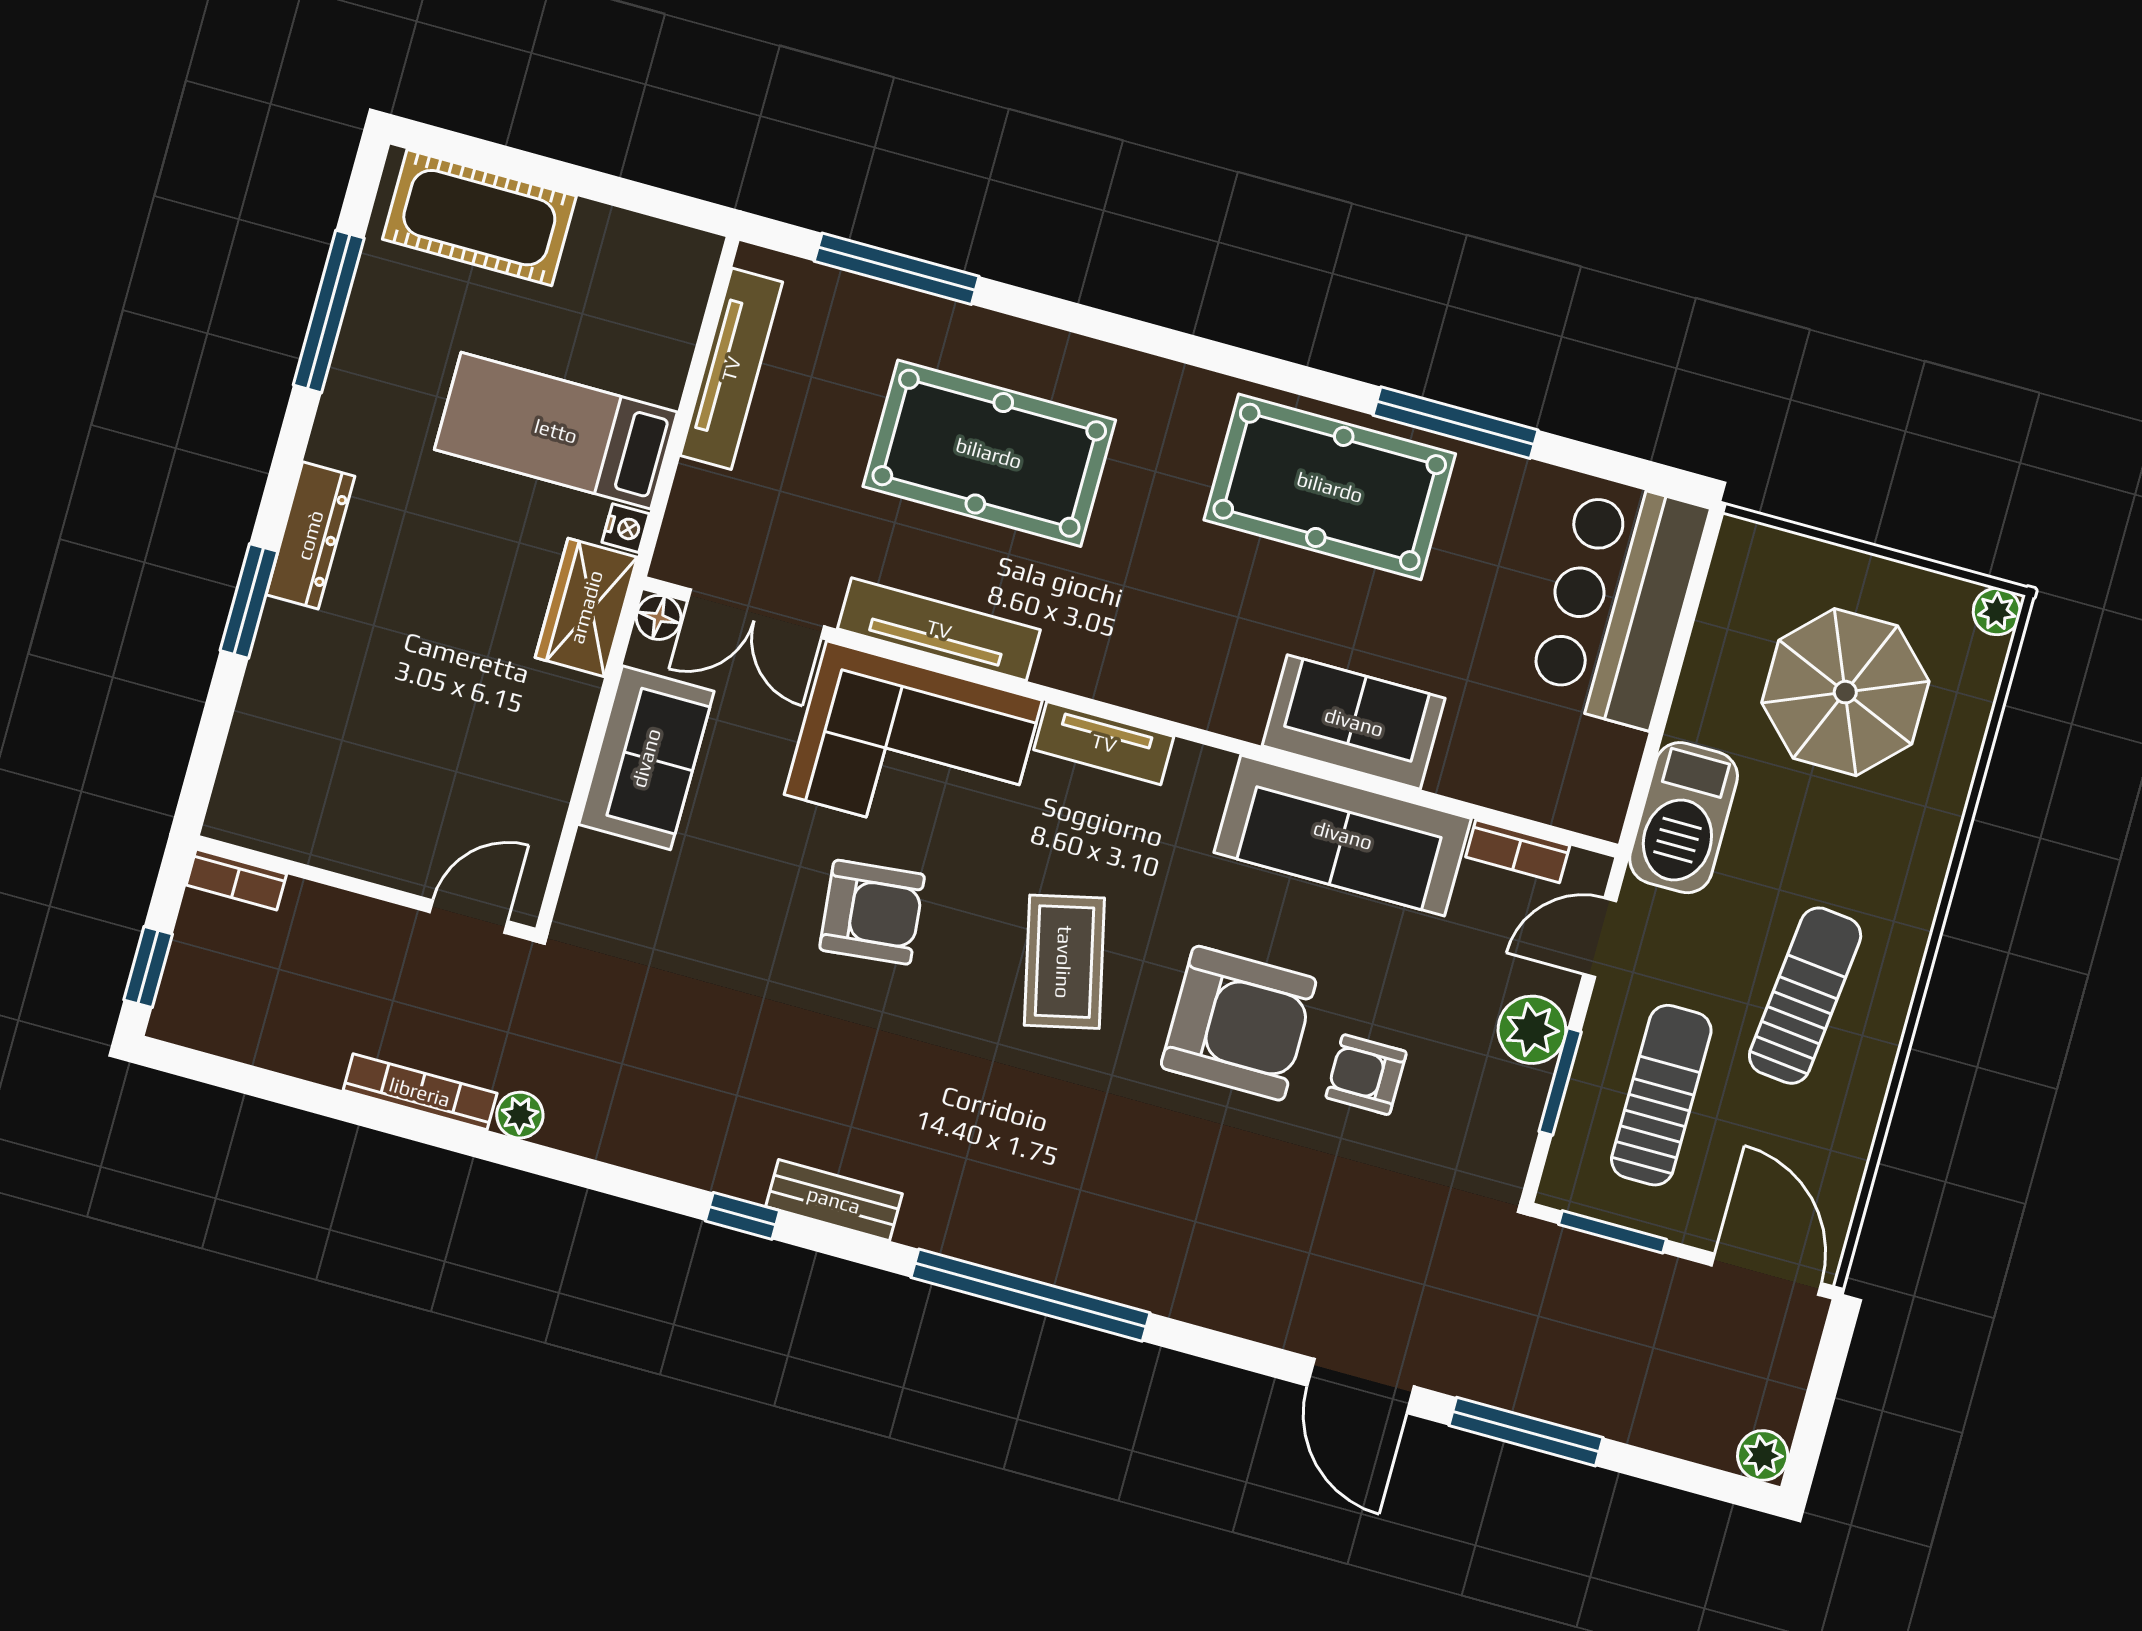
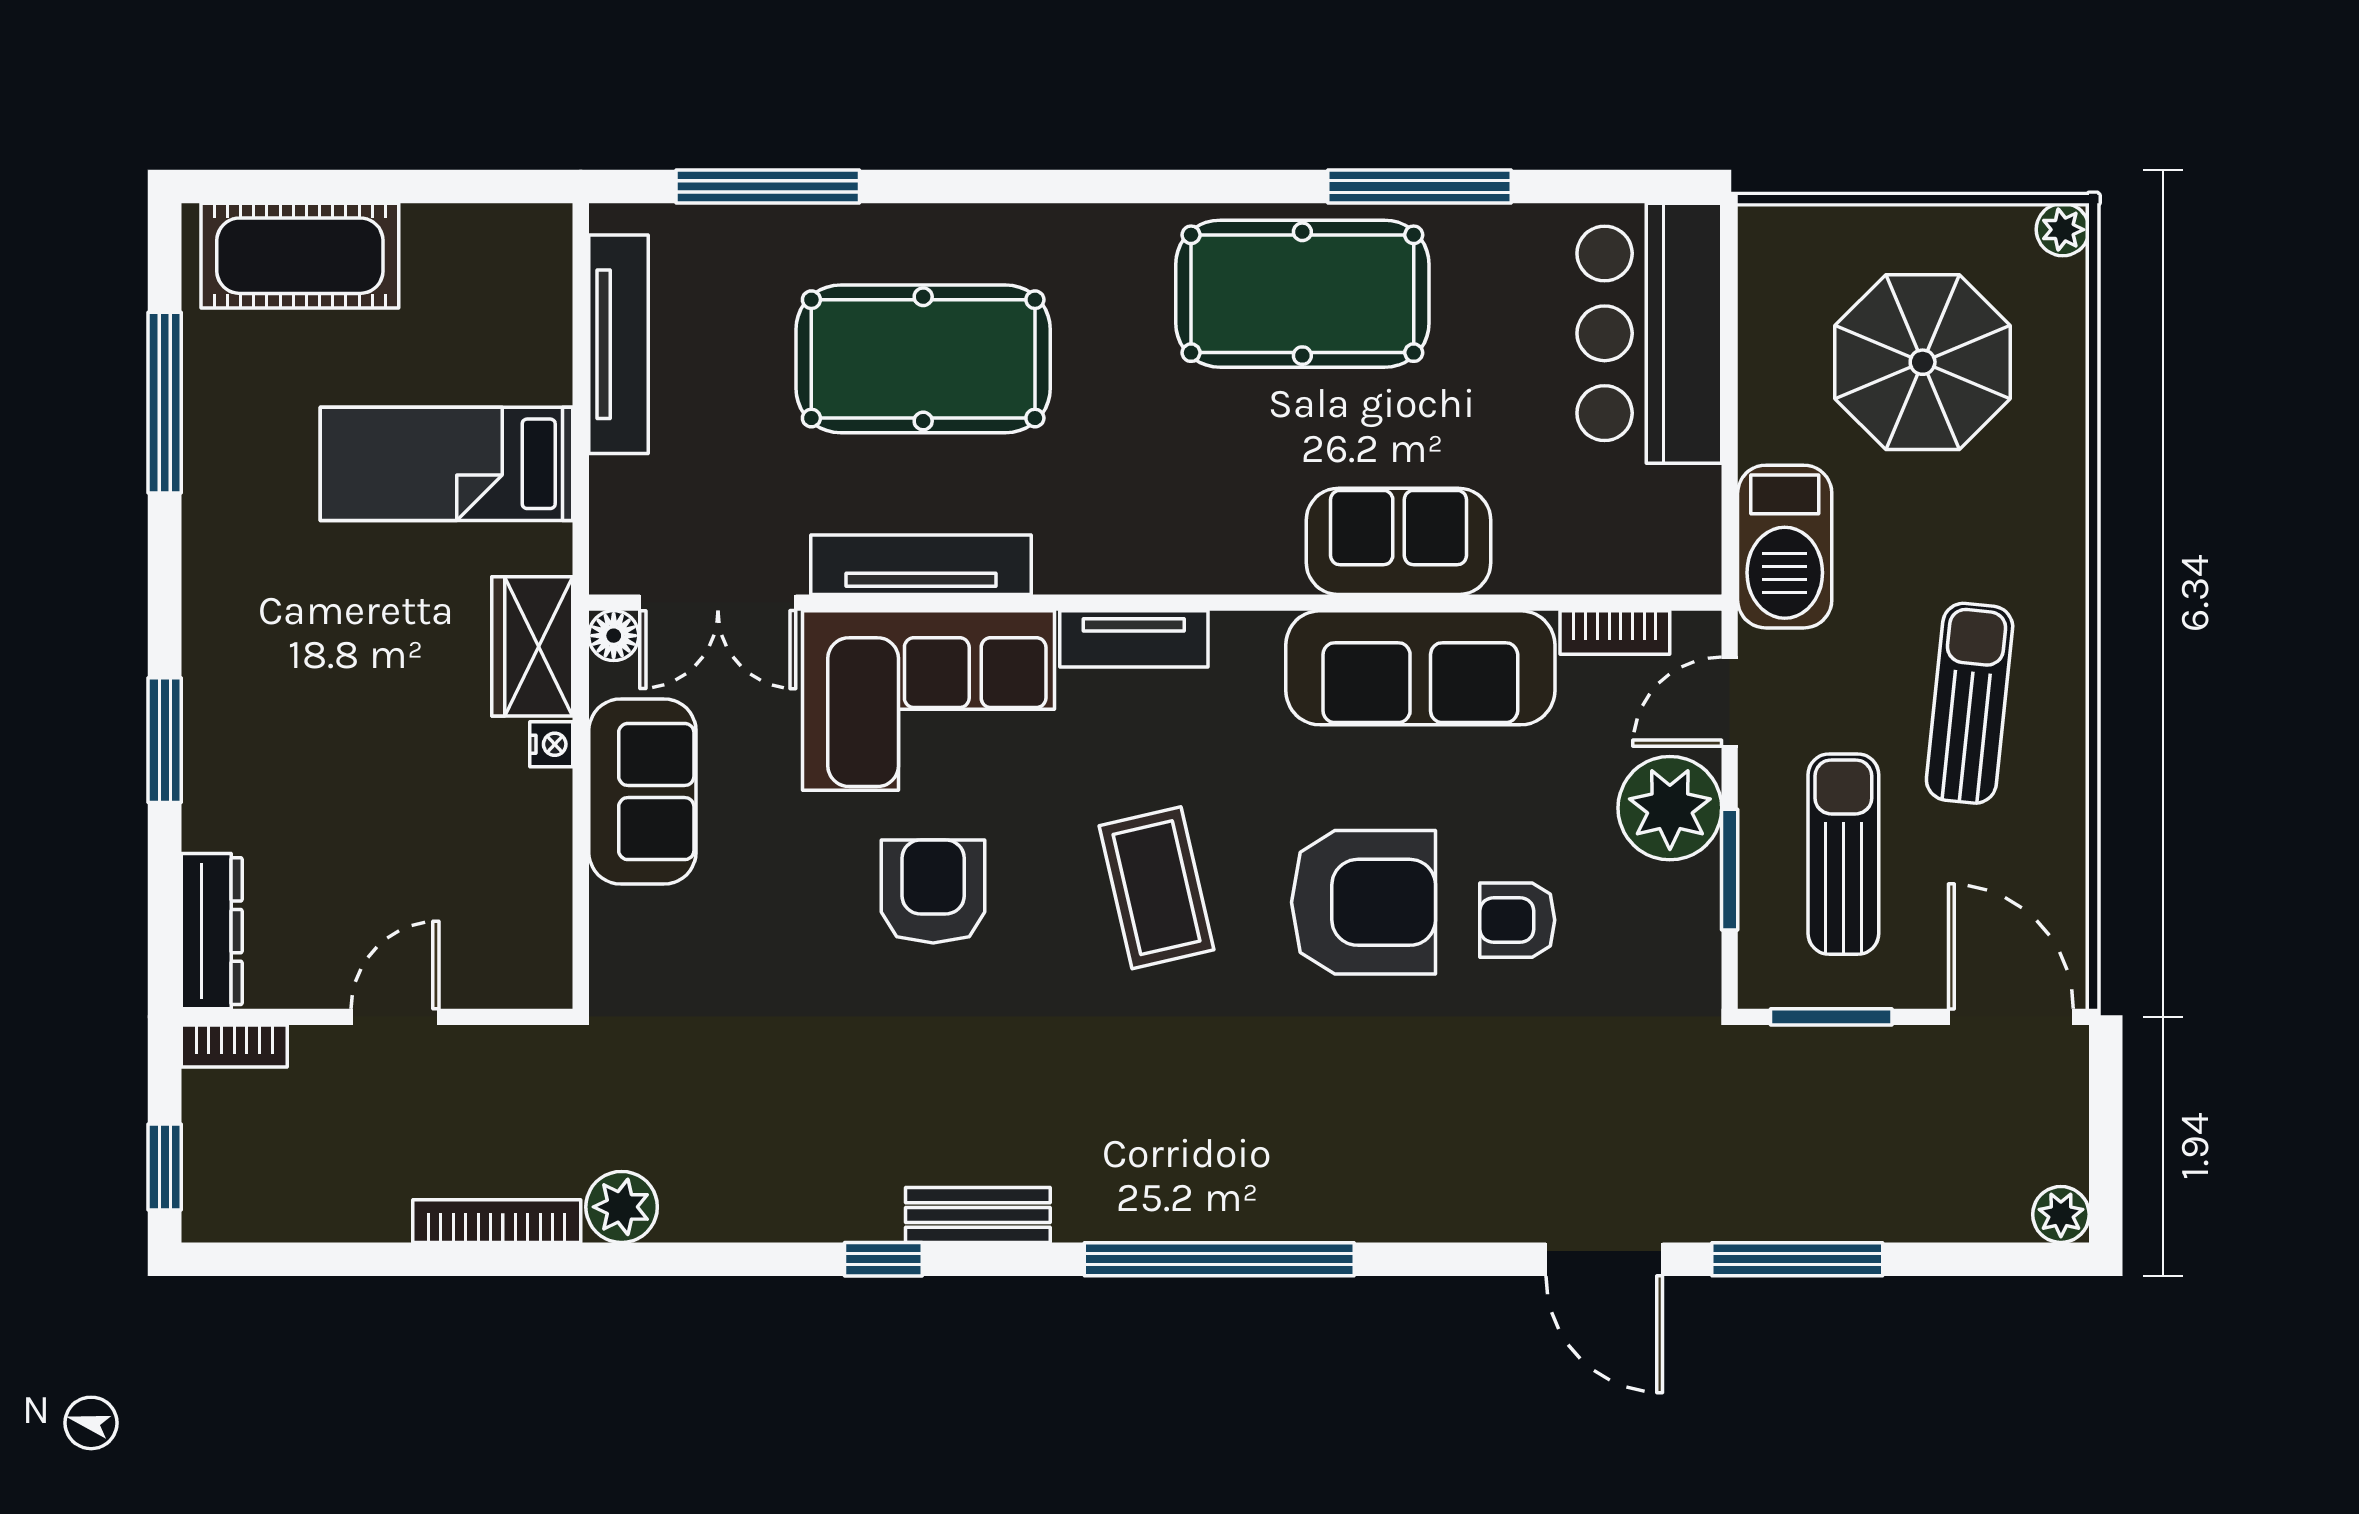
nightstand: (626, 528) -> (551, 744), moved
dresser: (310, 535) -> (212, 931), moved
armchair: (872, 912) -> (933, 891), turned -84
door: (469, 917) -> (395, 1017), moved
plant: (1532, 1030) -> (1670, 808), width x1.36, depth x1.36
plant: (520, 1115) -> (622, 1207), width x1.38, depth x1.38

